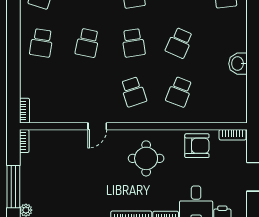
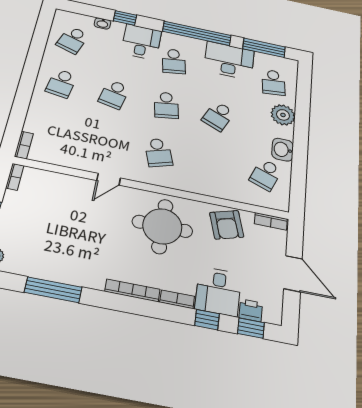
plant: (236, 27) -> (283, 115), added
school desk: (179, 92) -> (266, 175), moved
armchair: (197, 146) -> (227, 225), turned 73
round table: (146, 158) -> (162, 226), width x1.36, depth x1.36

